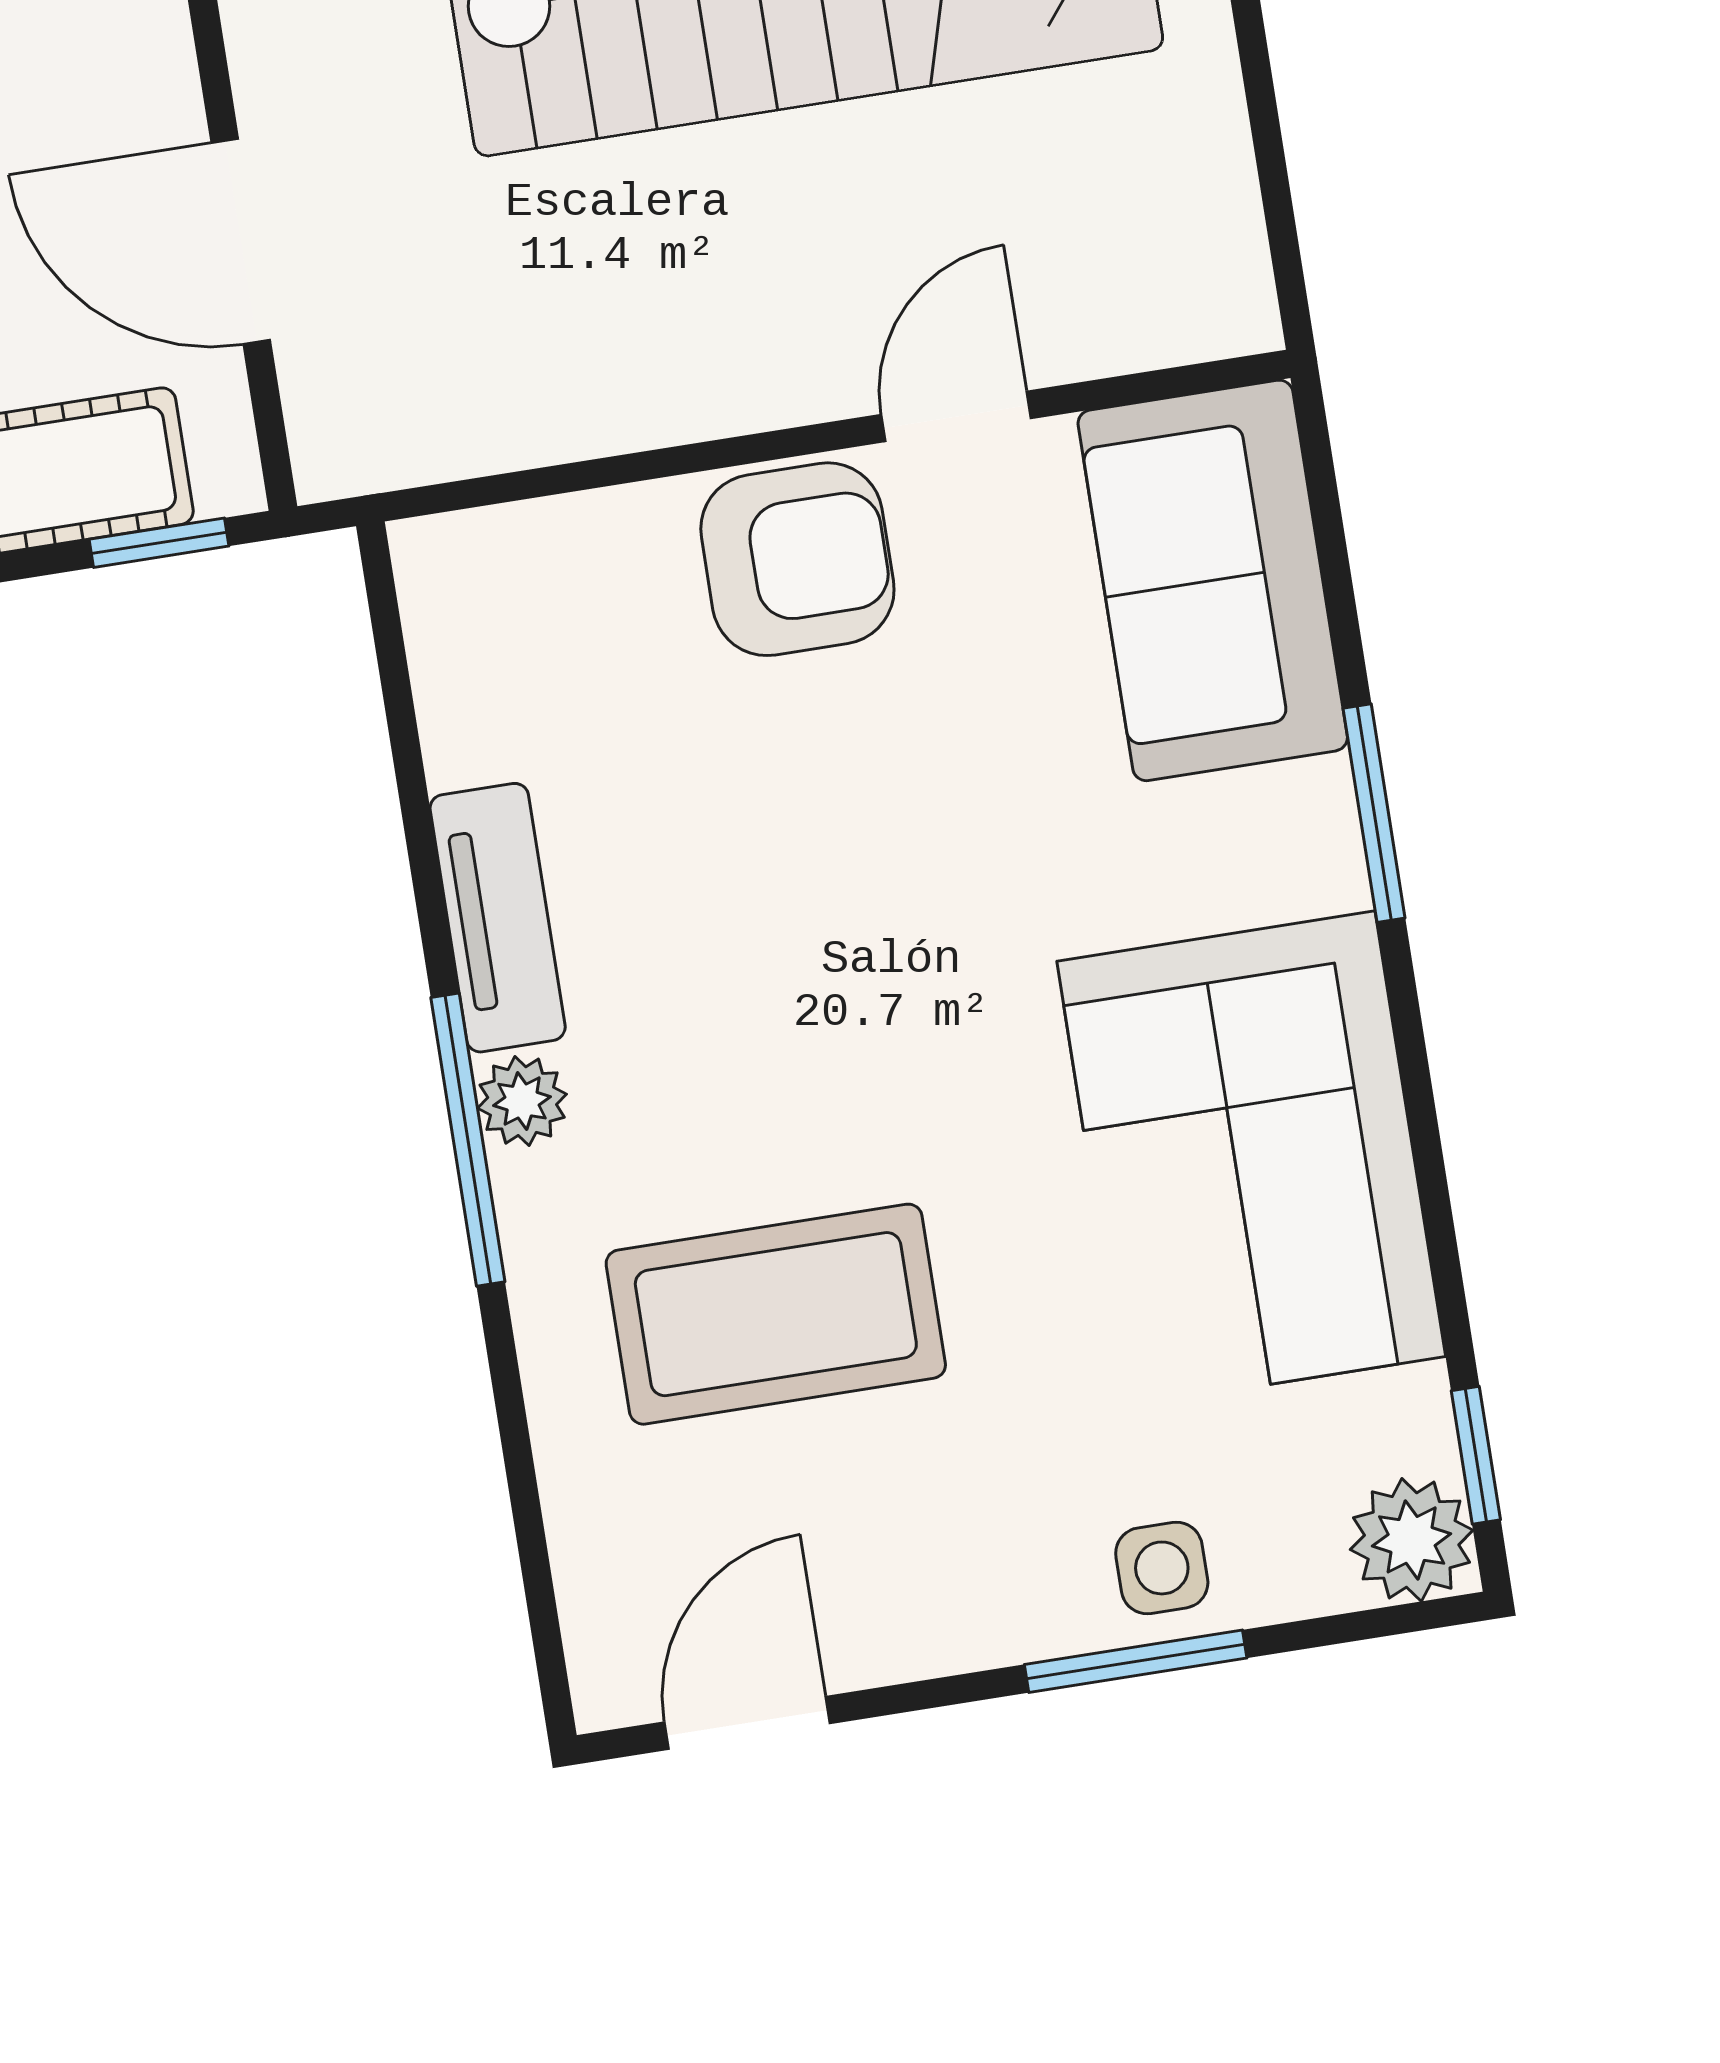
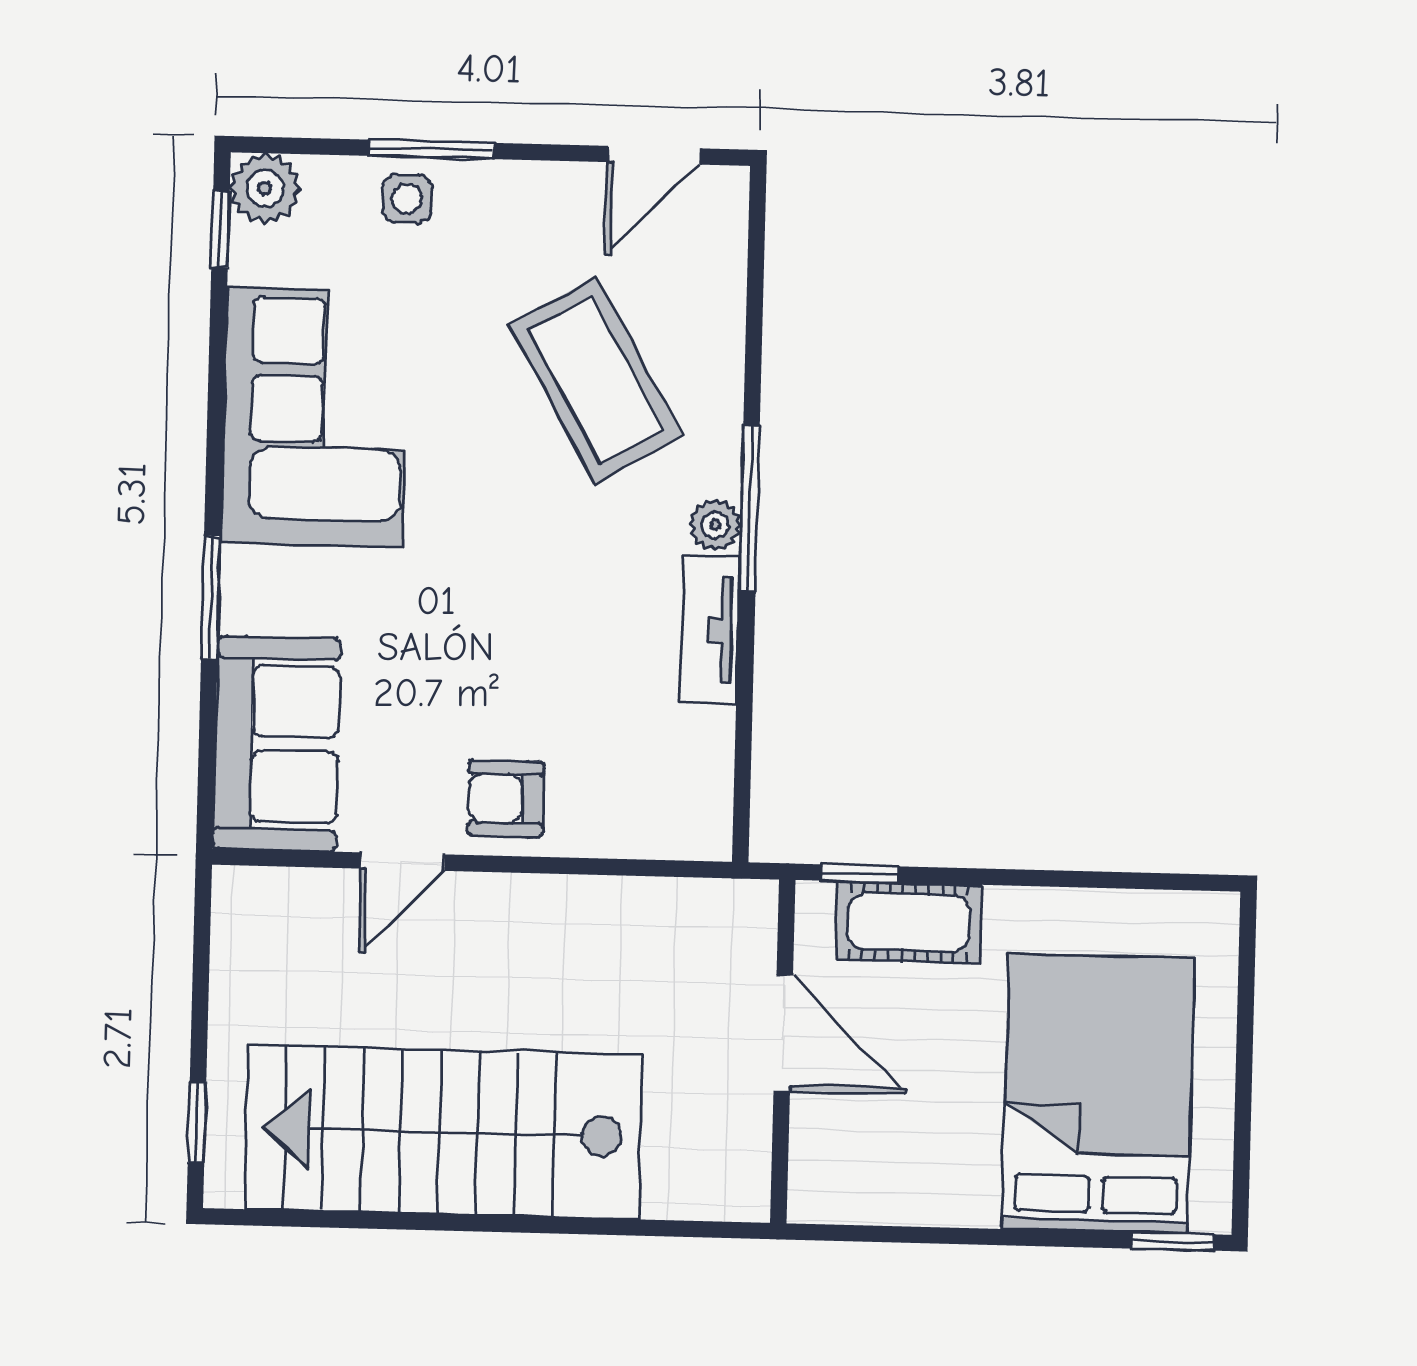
armchair: (797, 559) -> (506, 798), width x0.72, depth x0.72
coffee table: (776, 1314) -> (596, 380), turned 60

